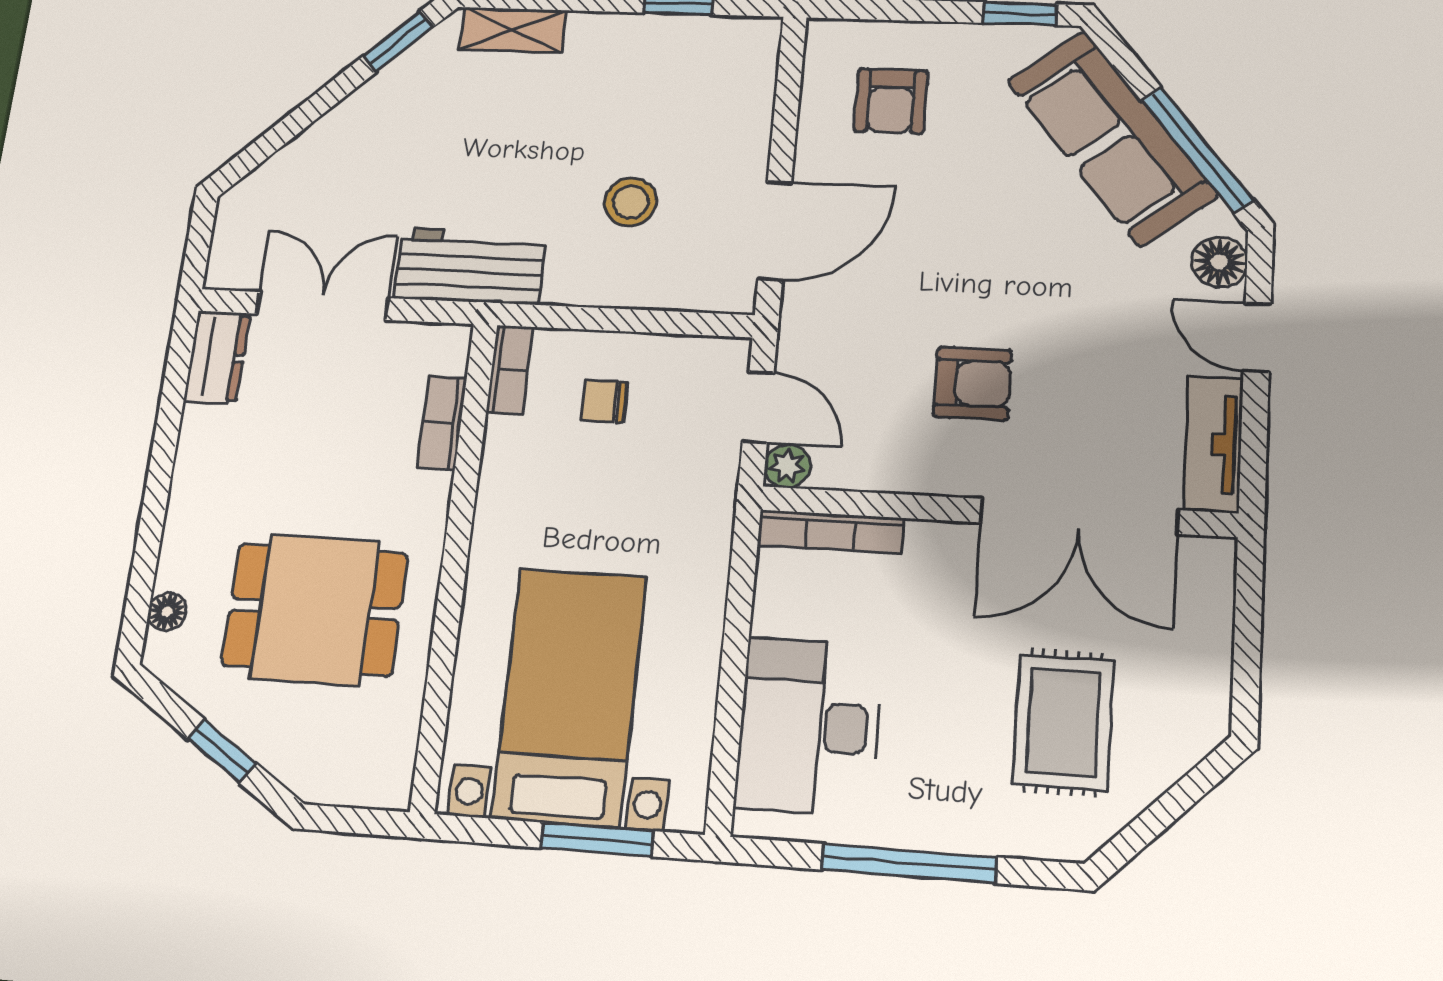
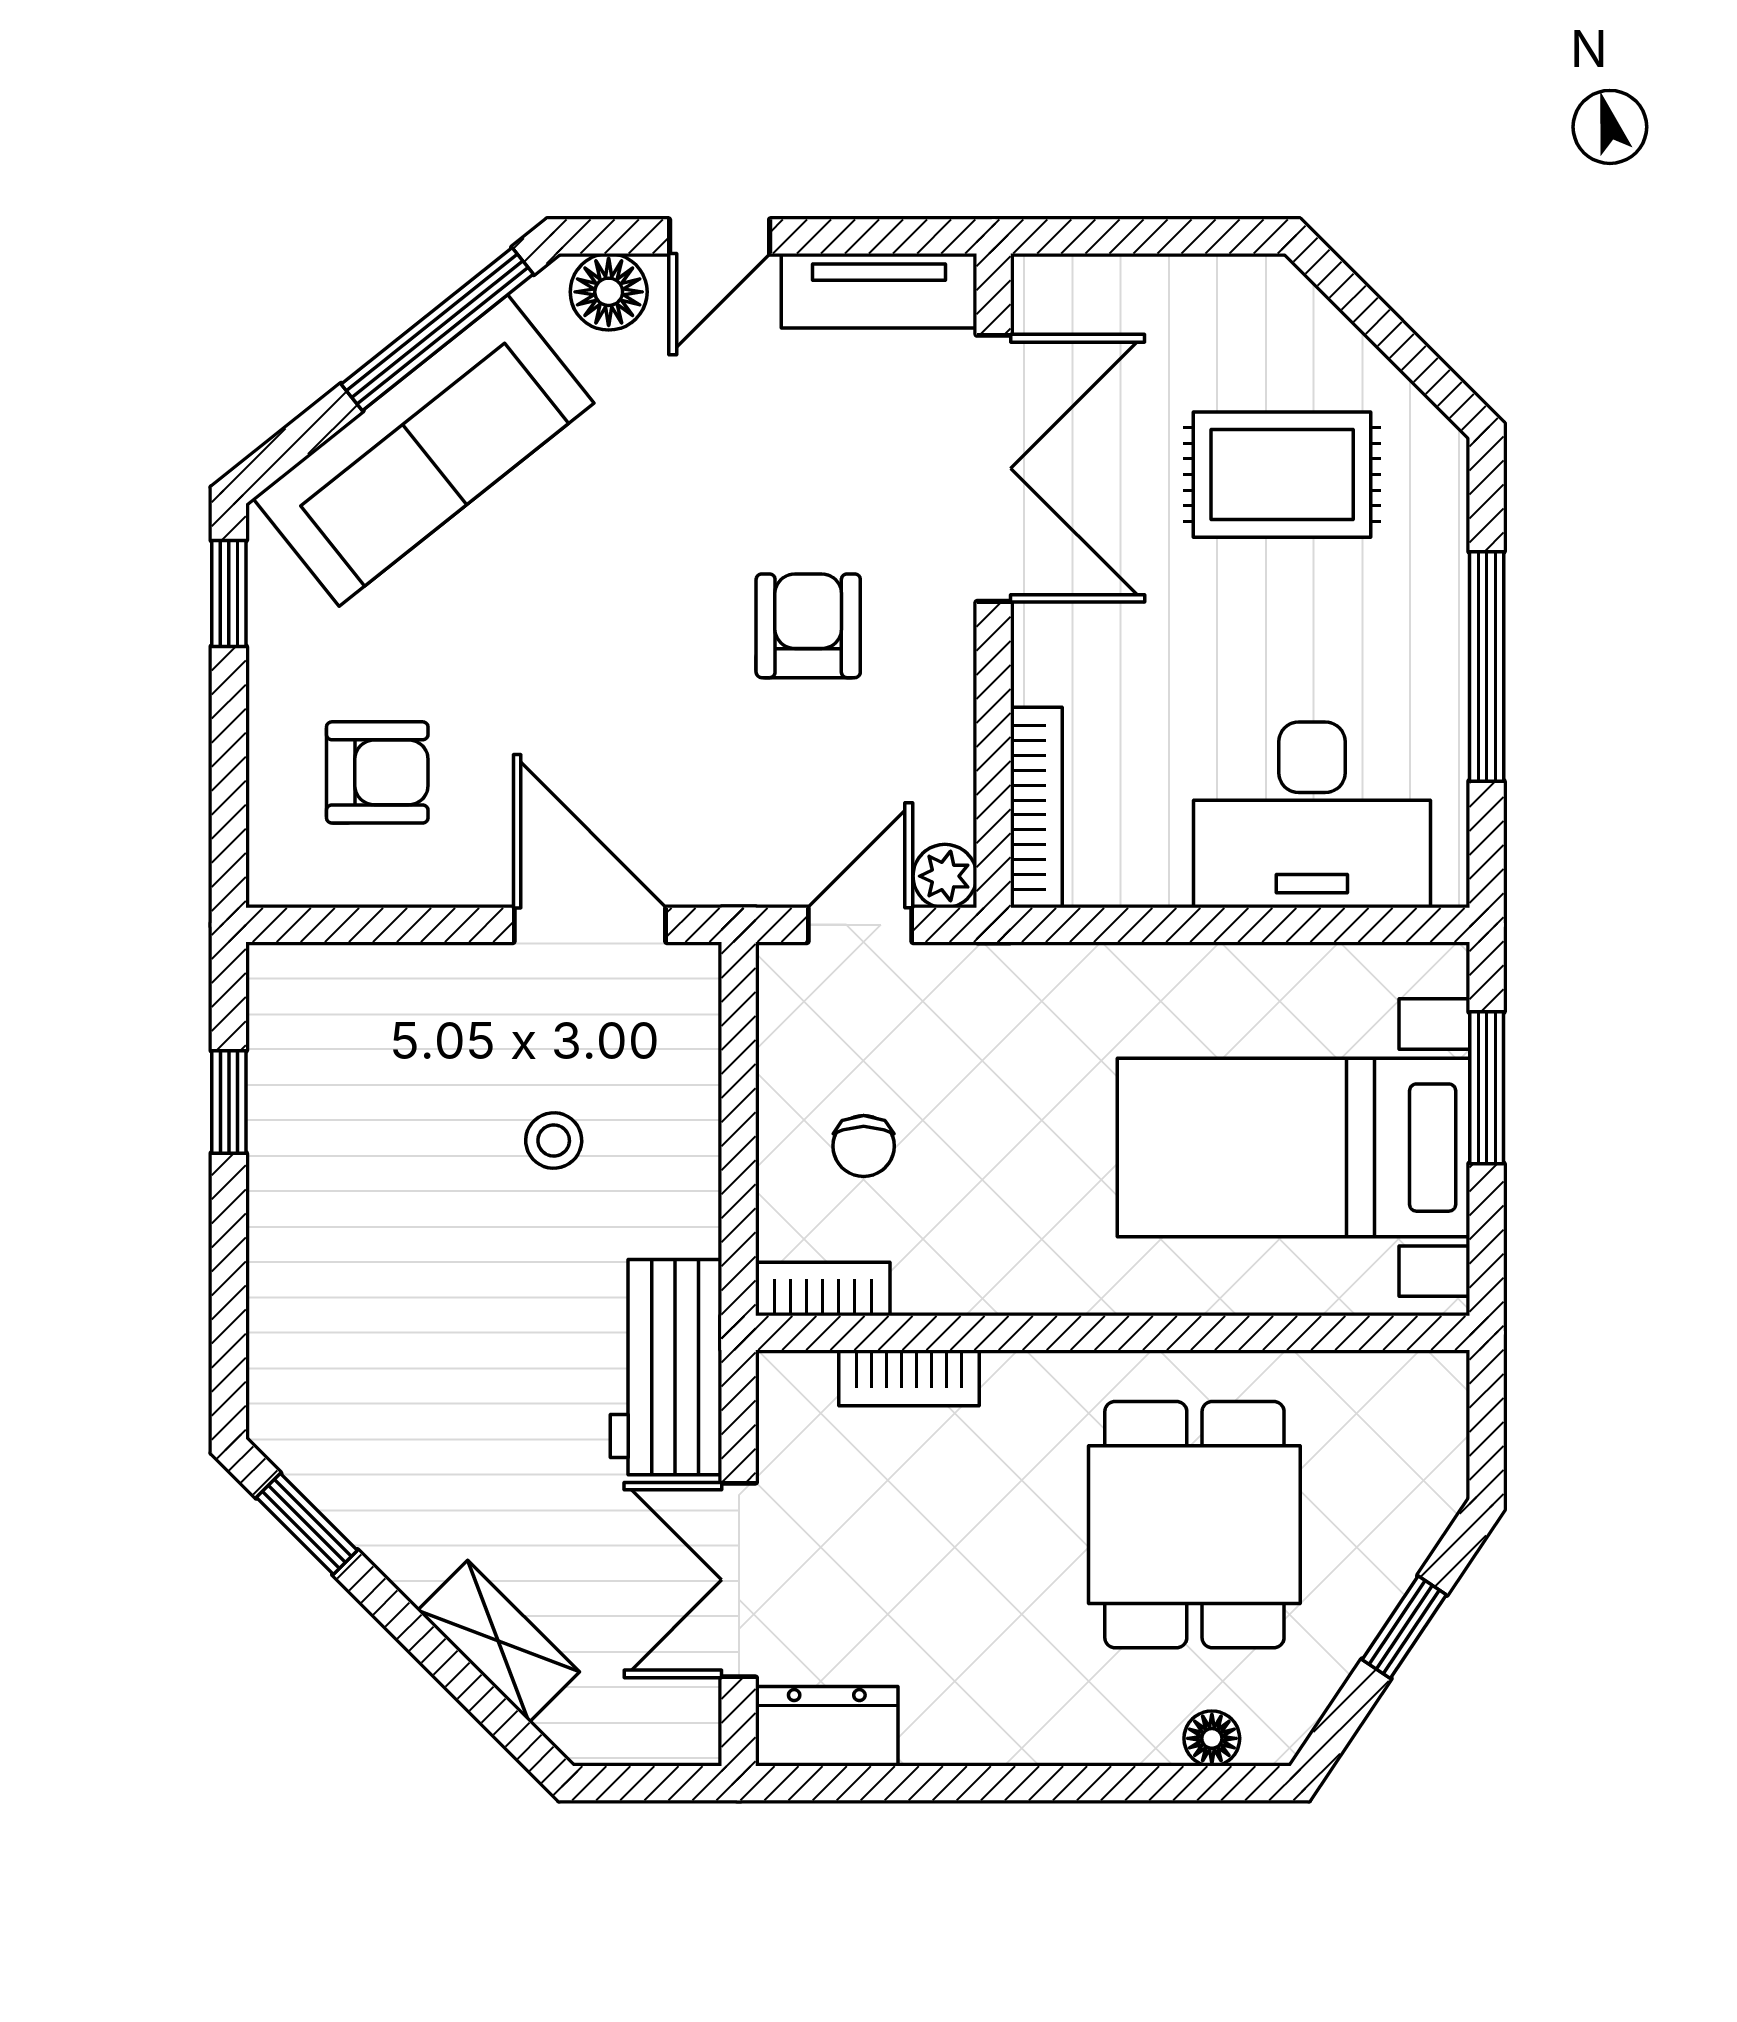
shelving: (513, 30) -> (498, 1641), moved, turned -45
stool: (631, 202) -> (554, 1140), width x0.73, depth x0.73

